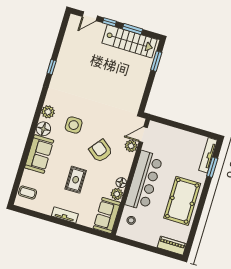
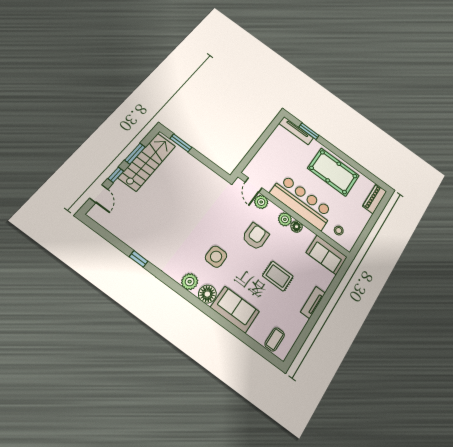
armchair: (101, 151) -> (255, 236), turned 142
plant: (117, 194) -> (285, 219), moved

